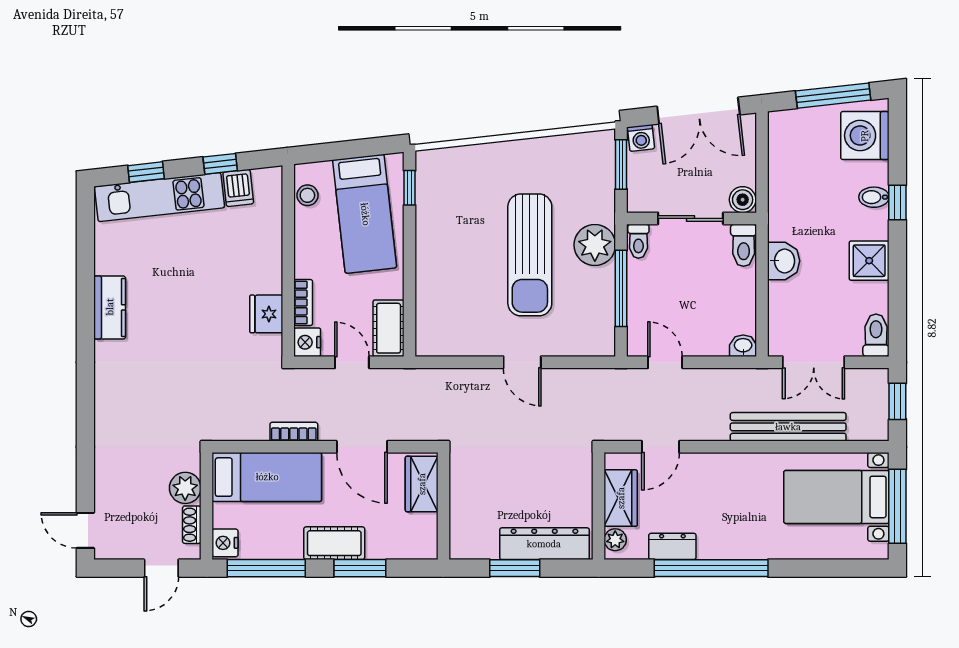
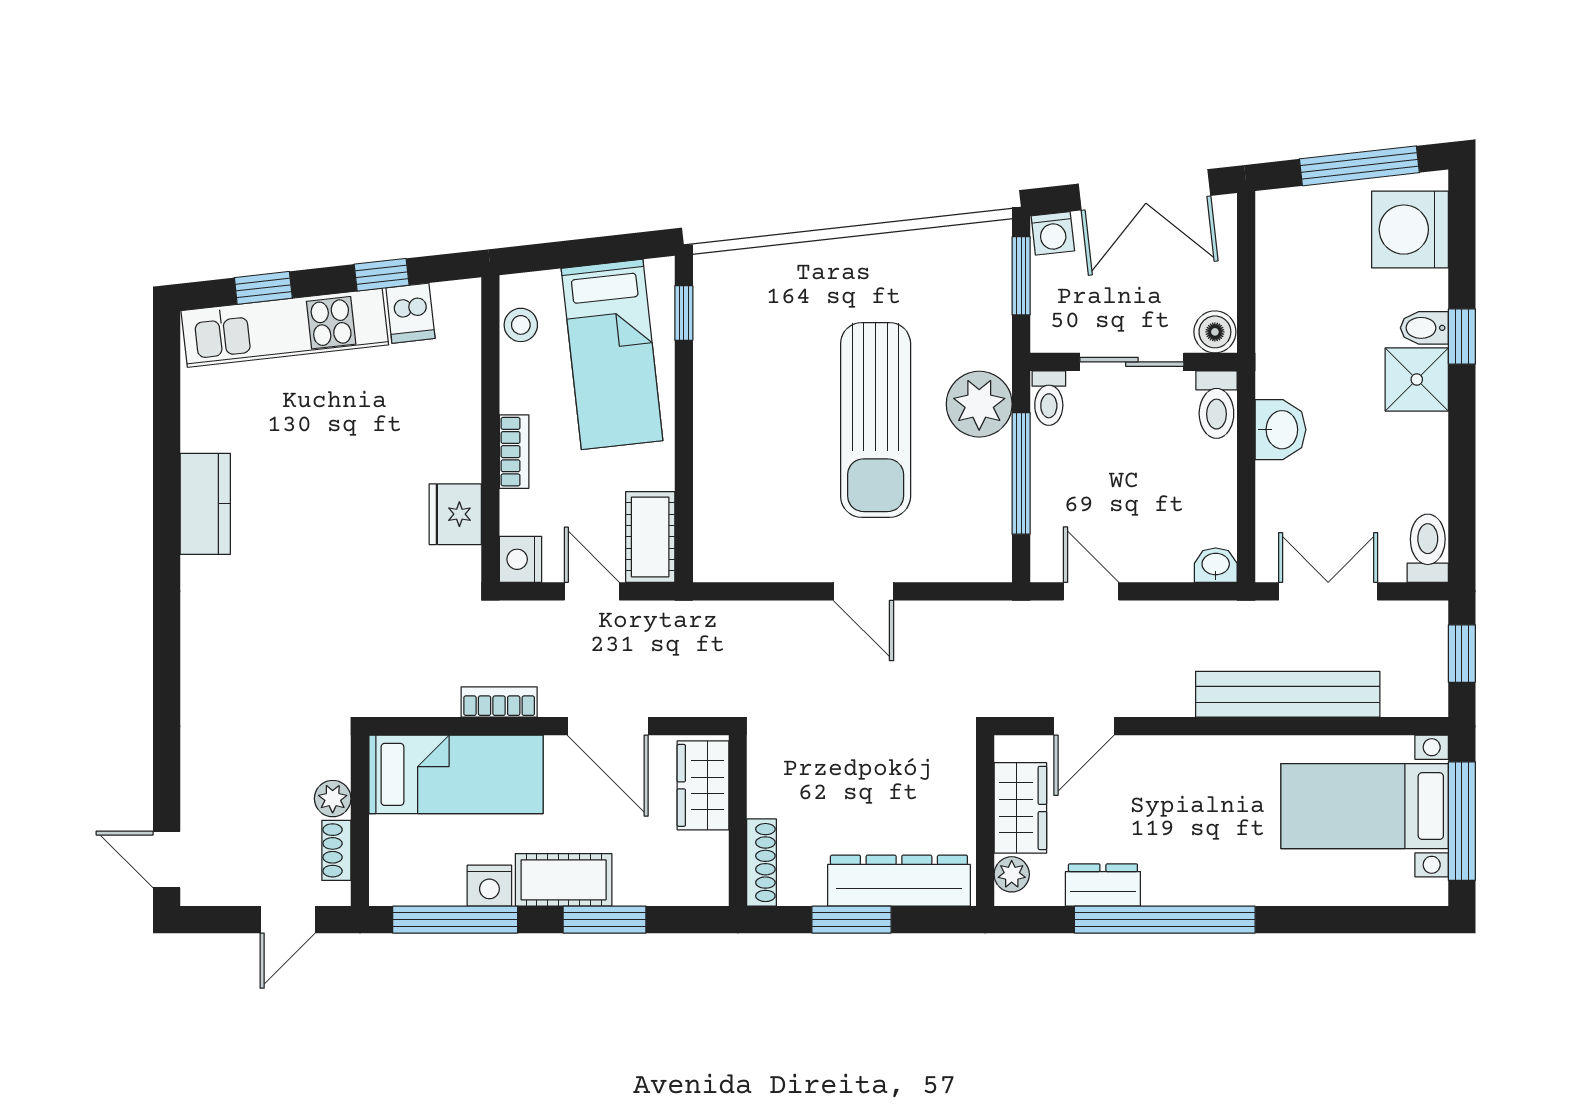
shower: (869, 261) -> (1417, 379), moved
bookcase: (303, 302) -> (514, 452), moved
double door: (814, 362) -> (1328, 591), swing flipped
plant: (185, 488) -> (333, 799), width x0.73, depth x0.73
shoe rack: (458, 532) -> (762, 863), added
nightstand: (225, 543) -> (489, 886), moved, turned -90

